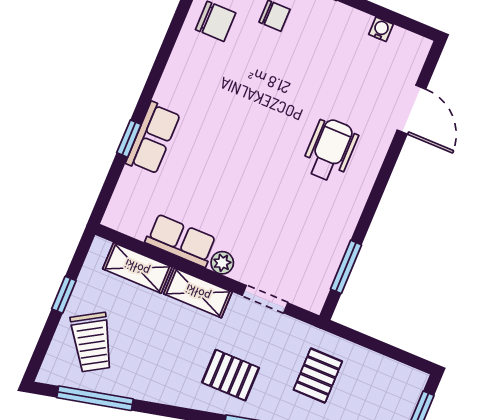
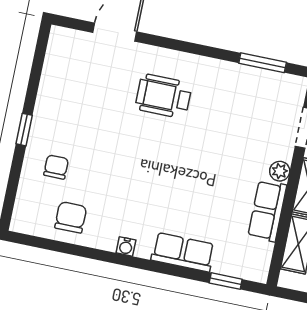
water cooler: (381, 29) -> (126, 246), moved, turned -90
window: (129, 139) -> (226, 281), moved

